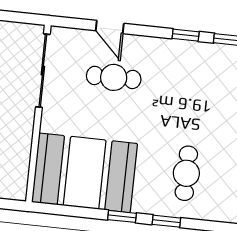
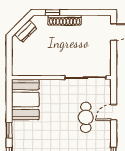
booth: (85, 173) -> (25, 100), width x0.73, depth x0.70

